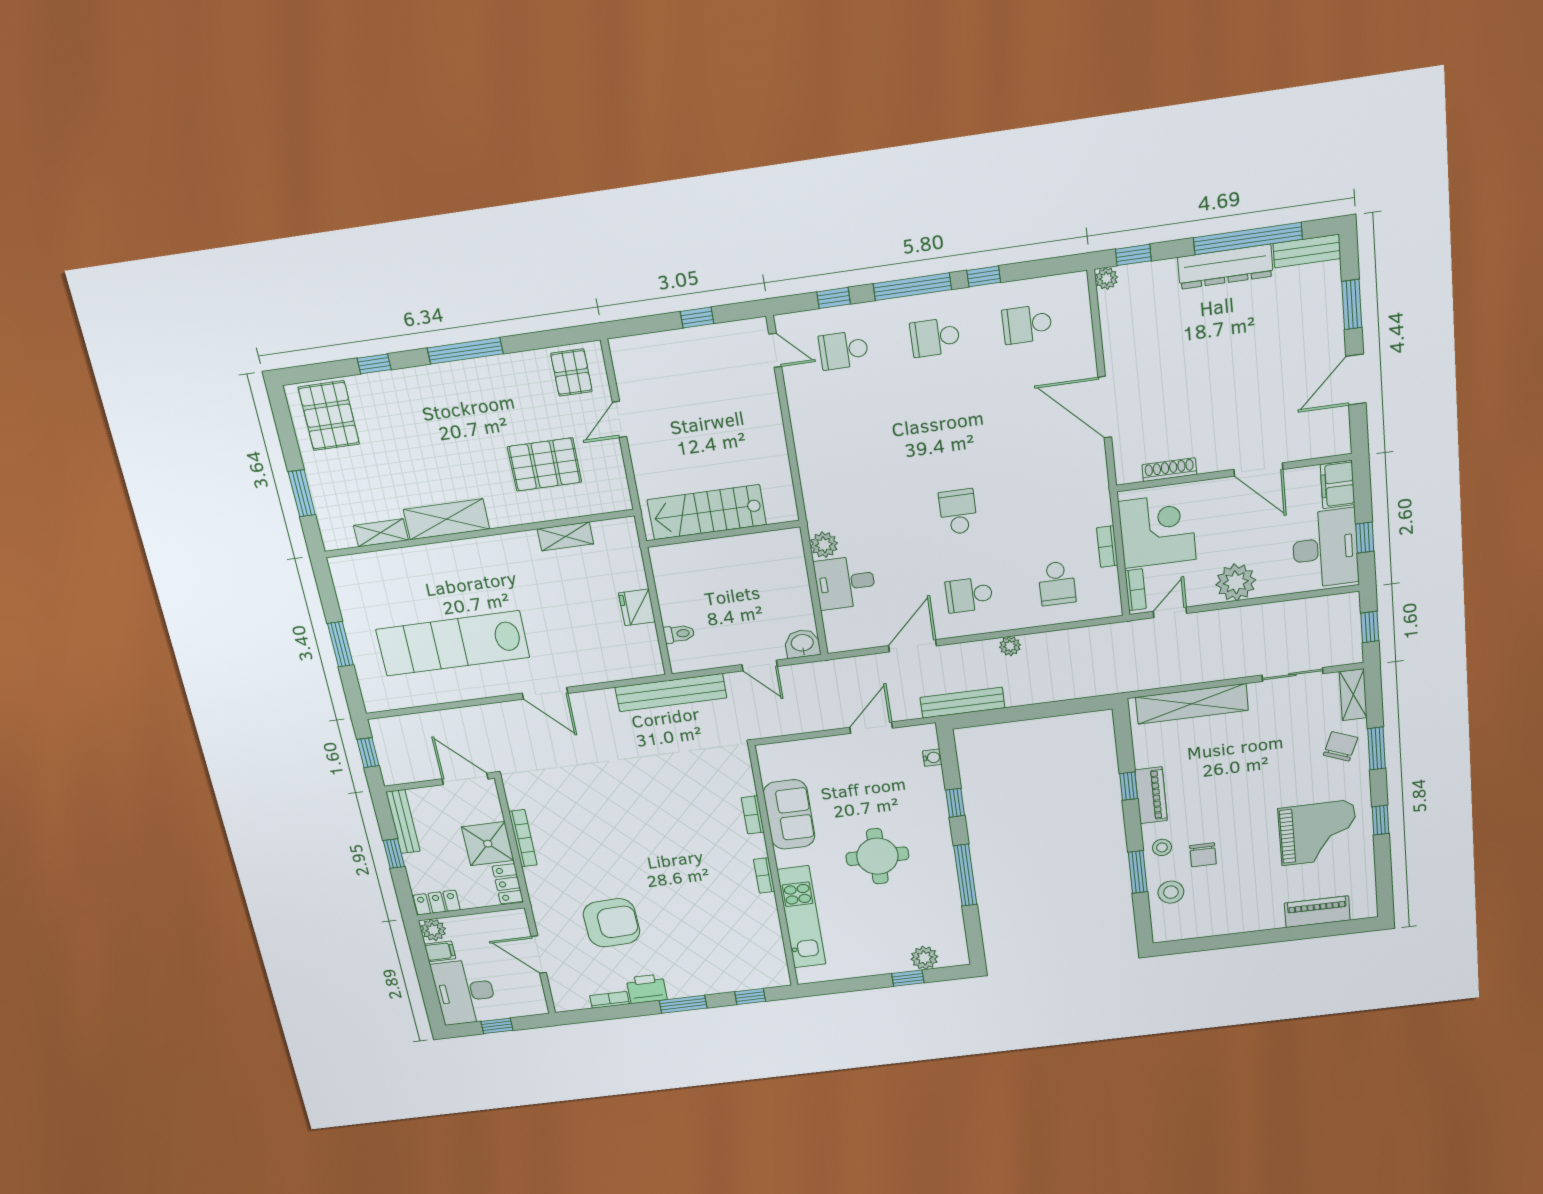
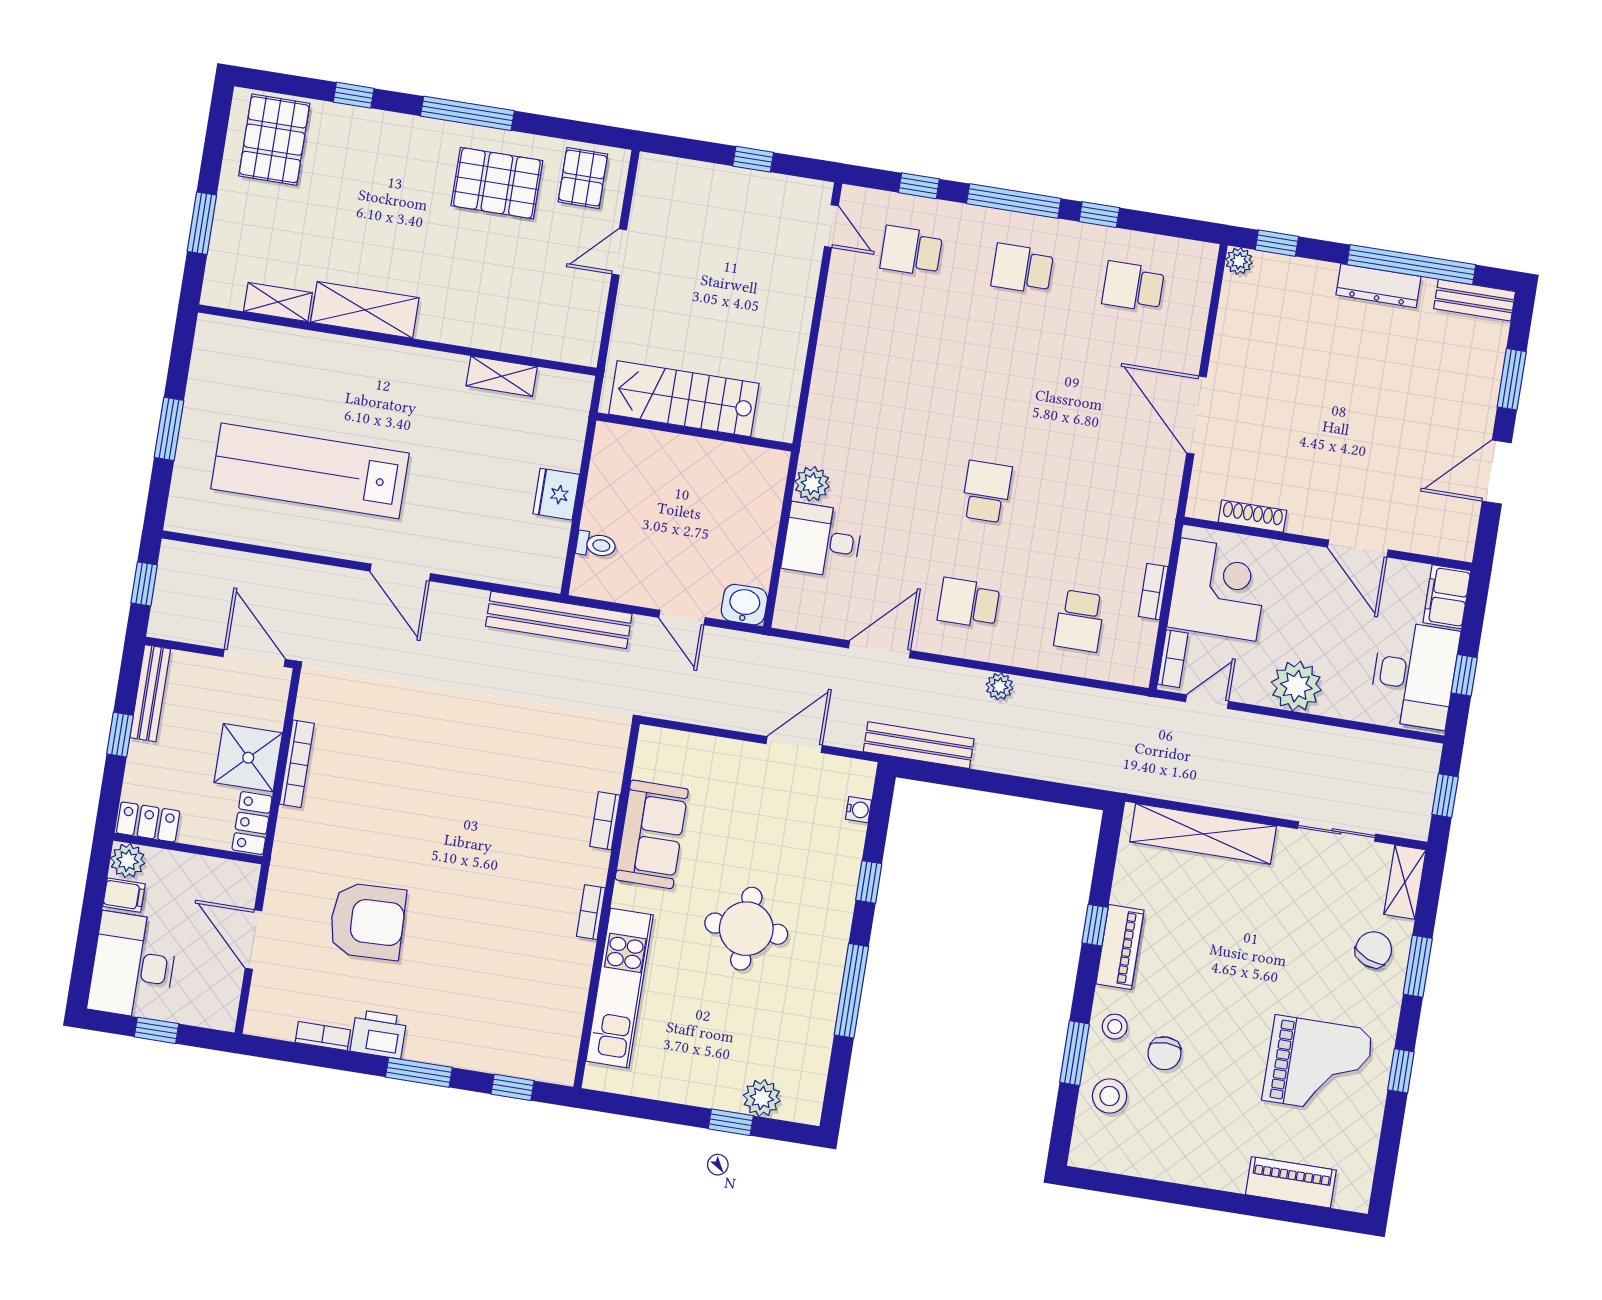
dresser: (1225, 267) -> (1379, 286), width x0.73, depth x0.80
pallet: (545, 464) -> (497, 183), moved

